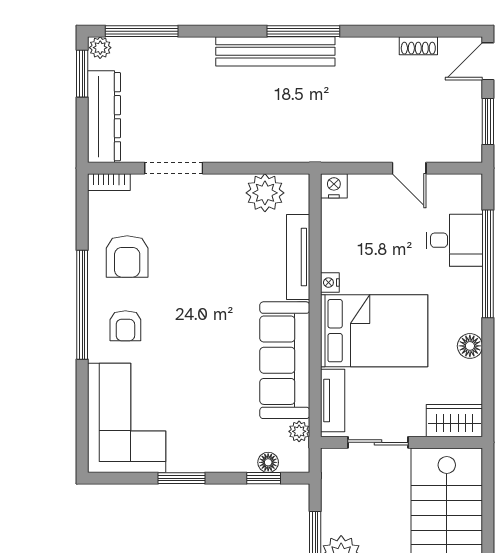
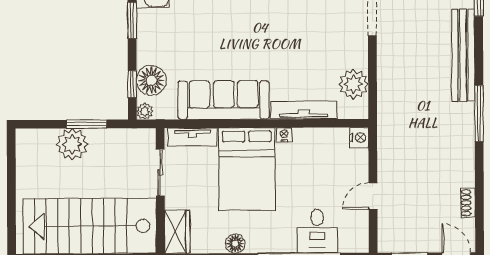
bench: (275, 51) -> (463, 55), moved
plant: (299, 431) -> (145, 111), moved
floor lamp: (268, 462) -> (151, 80), width x1.89, depth x1.89

